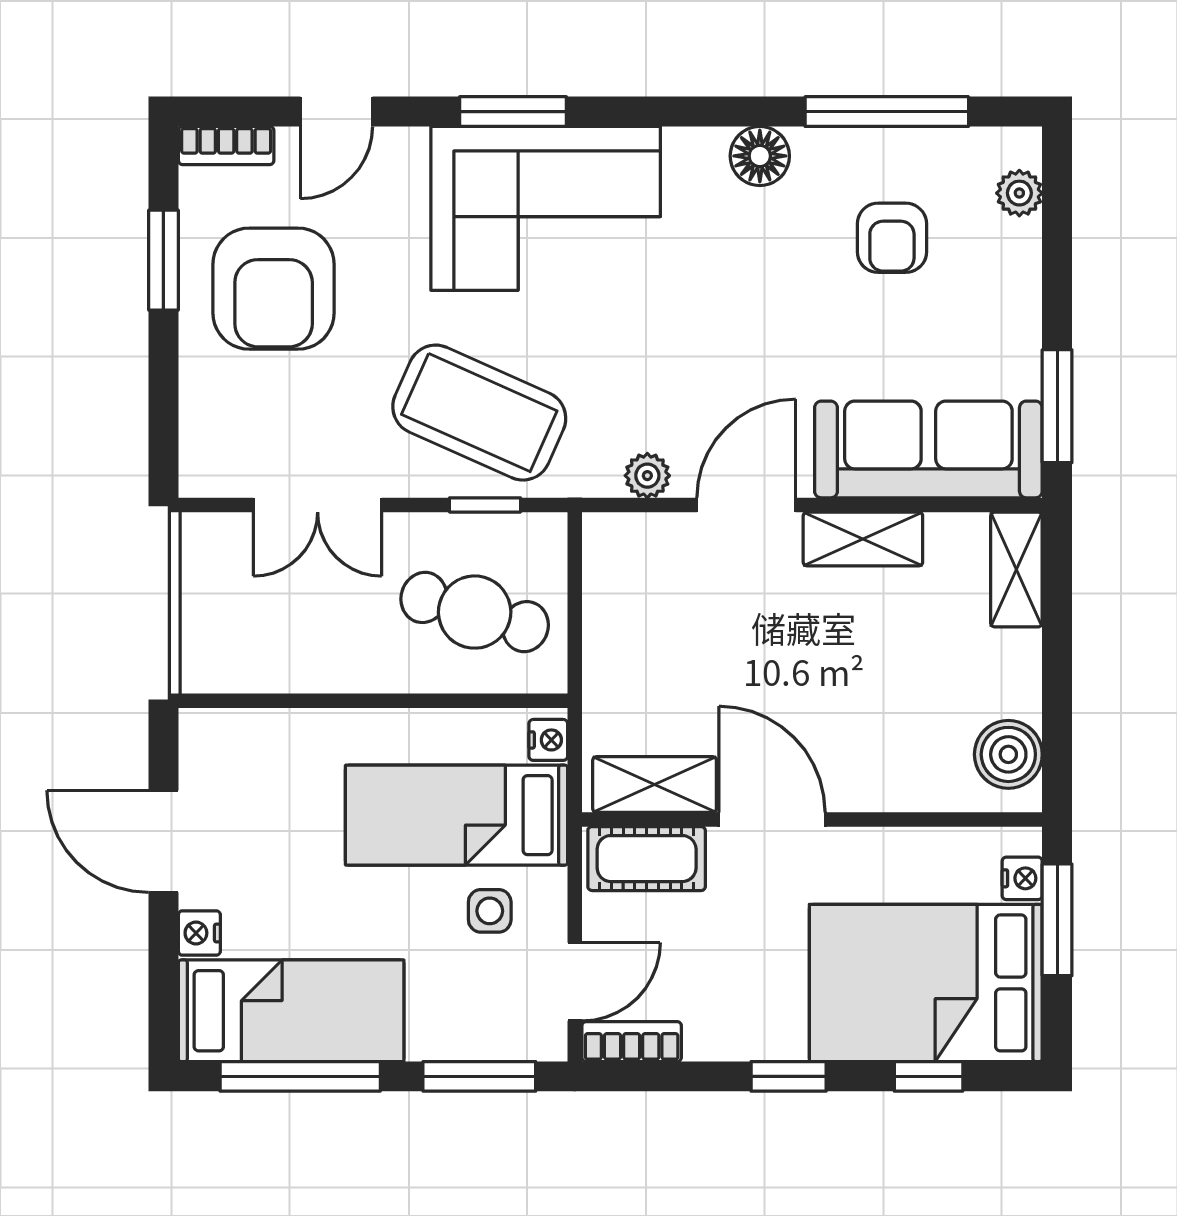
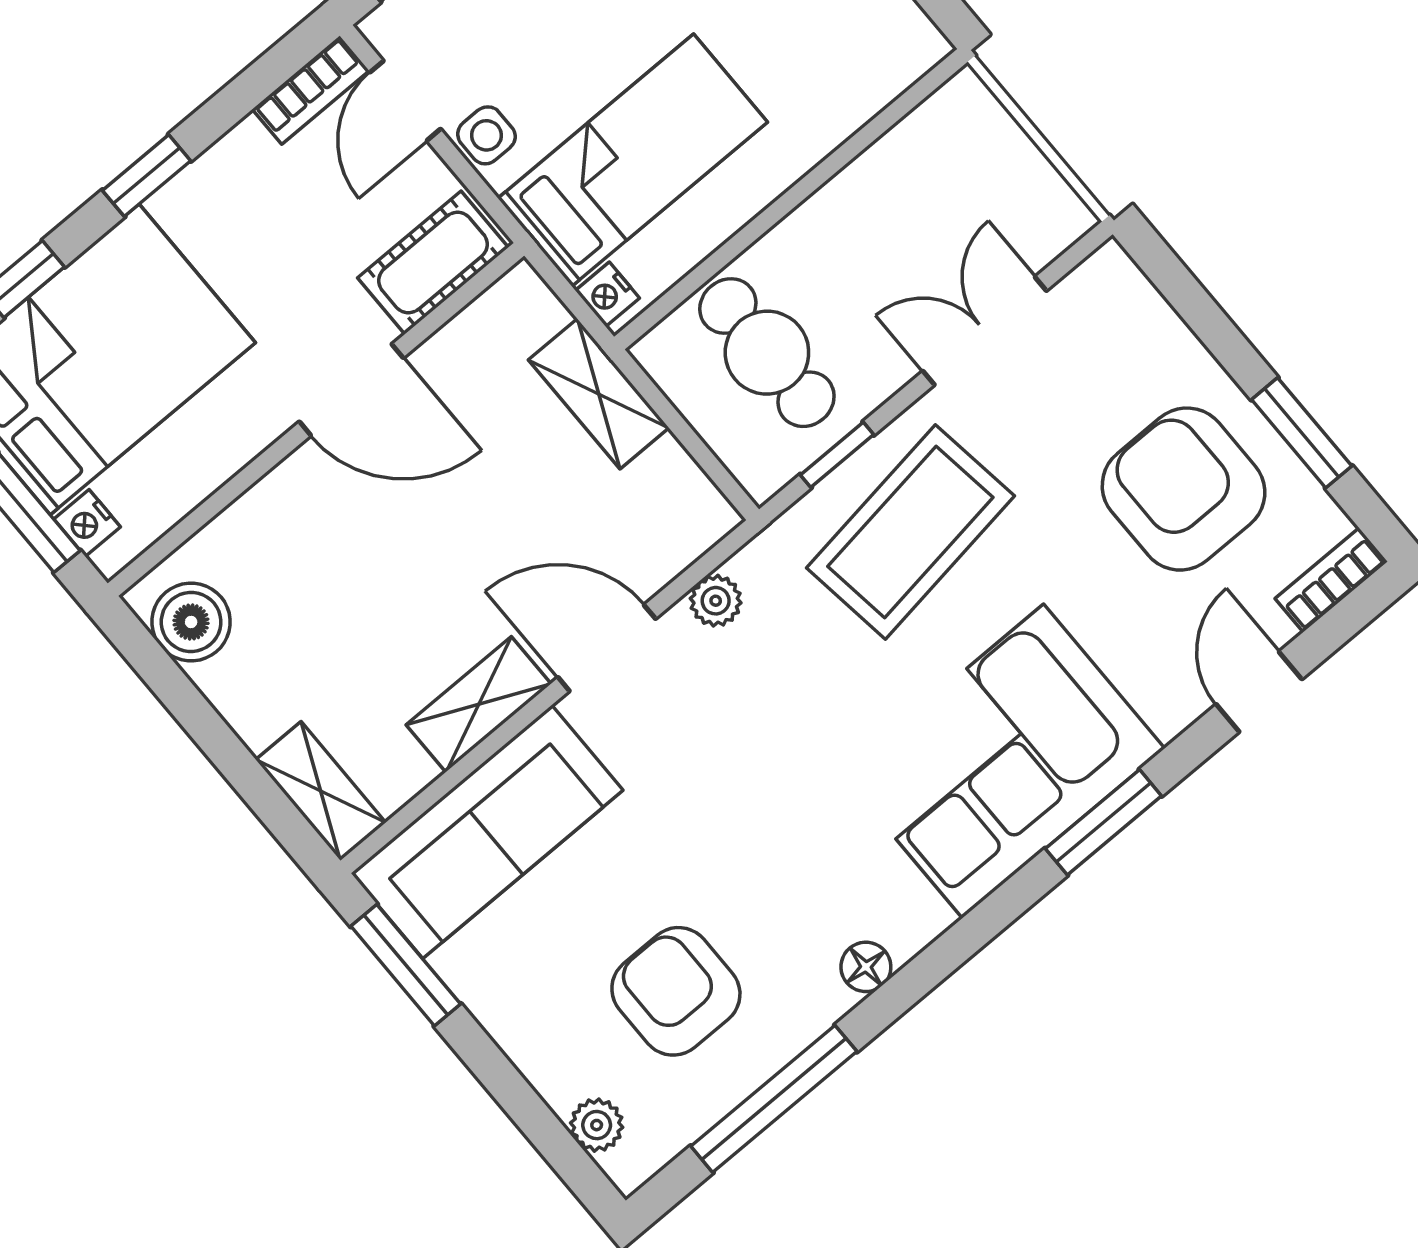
floor lamp: (760, 156) -> (866, 967), width x0.73, depth x0.73
armchair: (892, 238) -> (676, 991), width x1.38, depth x1.38
coffee table: (479, 413) -> (910, 532), turned -32
door: (746, 505) -> (607, 648), swing flipped
cafe table: (475, 612) -> (767, 353), turned 74
shelving: (655, 784) -> (599, 394), moved, turned 90
side table: (490, 911) -> (486, 135), moved

